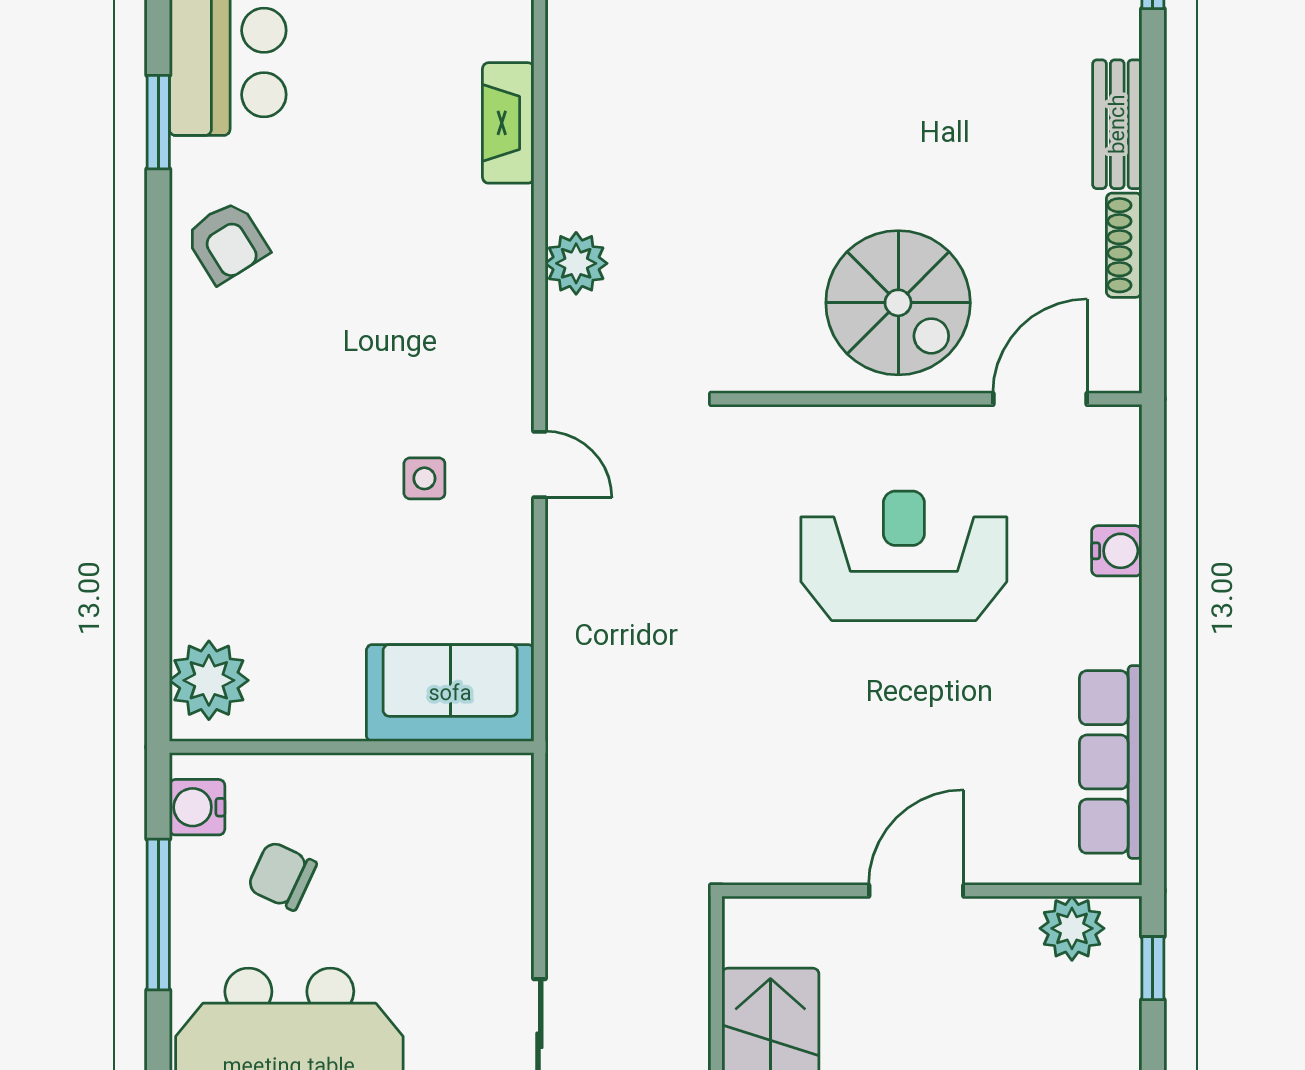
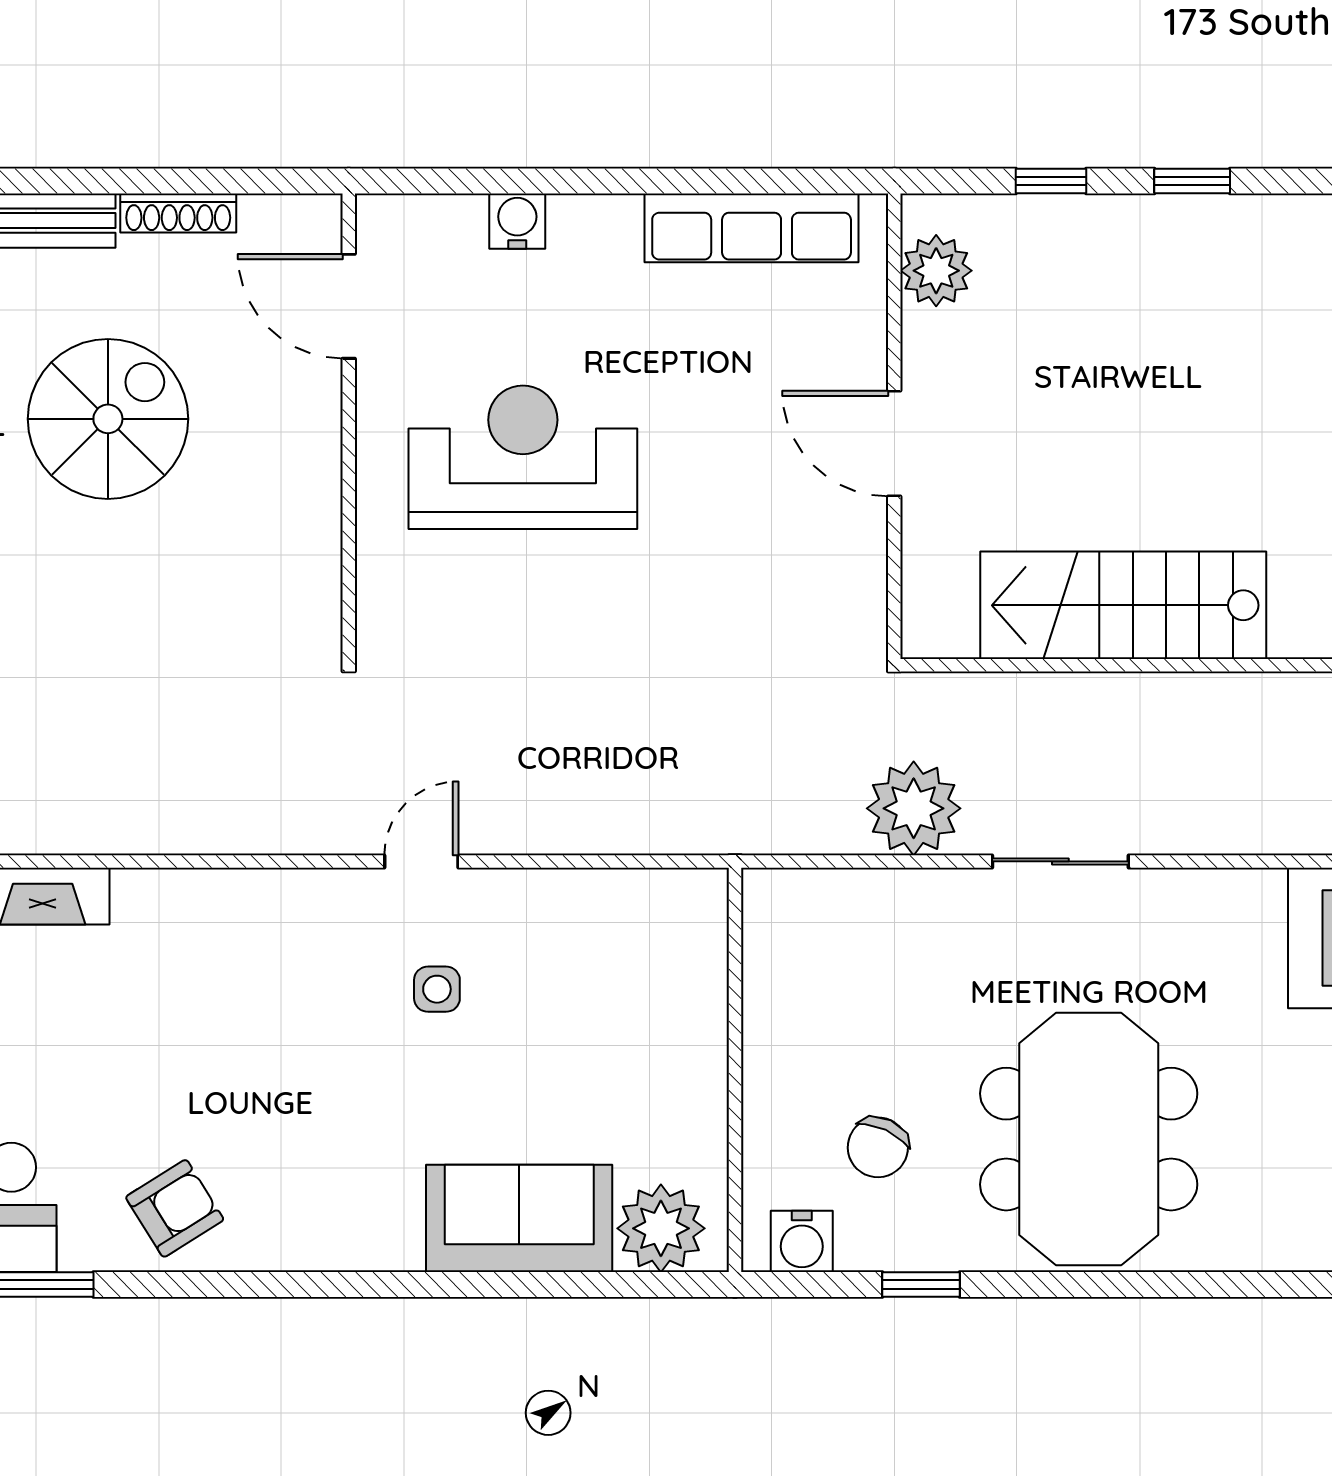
plant: (576, 263) -> (914, 808), moved, width x1.36, depth x1.36
spiral stairs: (898, 303) -> (108, 419), moved
reception desk: (904, 556) -> (523, 457), turned 90
sofa: (450, 693) -> (519, 1218), moved, turned 90
window: (158, 915) -> (921, 1285), width x0.46
window: (1153, 968) -> (1051, 181), moved

